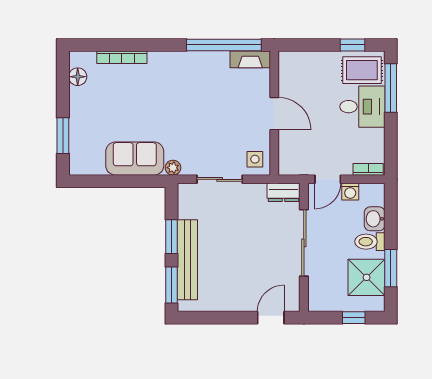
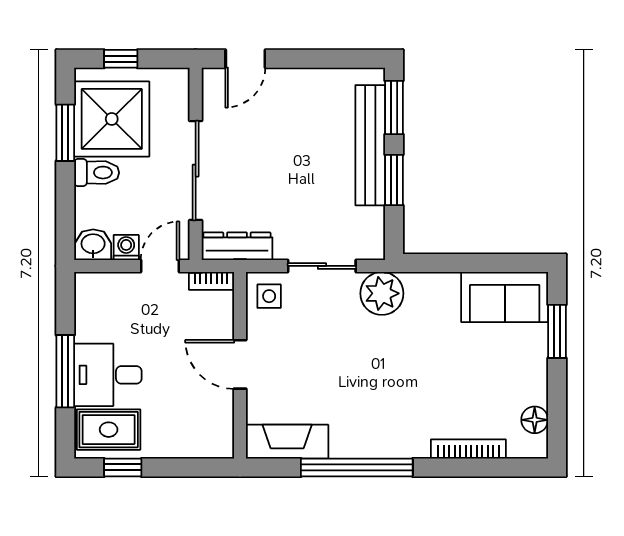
window: (224, 45) -> (357, 467), moved
fireplace: (250, 59) -> (287, 442), width x1.37, depth x1.32
window: (391, 88) -> (65, 371), moved
sofa: (135, 159) -> (505, 297), moved
plant: (173, 168) -> (382, 293), width x1.88, depth x1.88
bookcase: (368, 169) -> (211, 281), moved
dresser: (283, 192) -> (237, 246), width x1.44
washbasin: (375, 219) -> (93, 245), moved, turned -90
shower: (367, 277) -> (112, 119), width x1.37, depth x1.37

